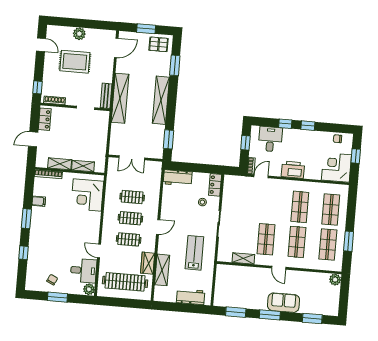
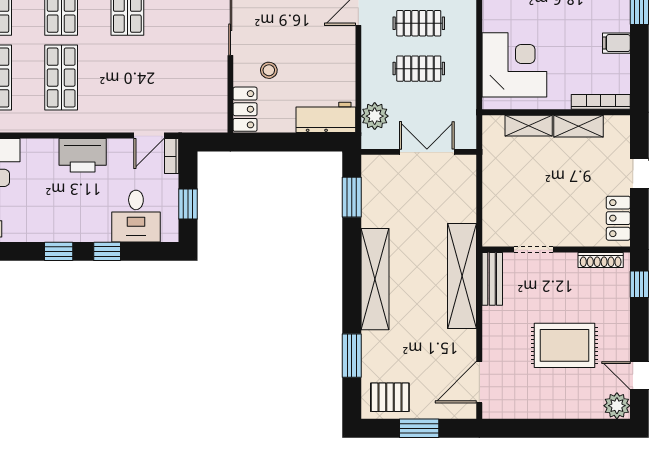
plant: (79, 34) -> (617, 406), moved
plant: (155, 177) -> (375, 116), added

